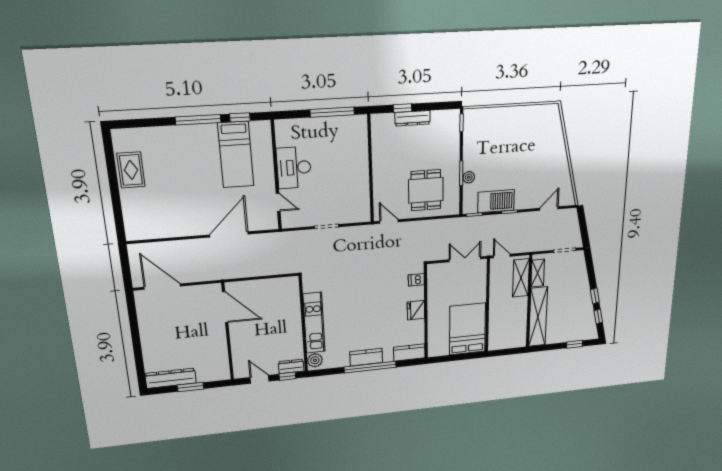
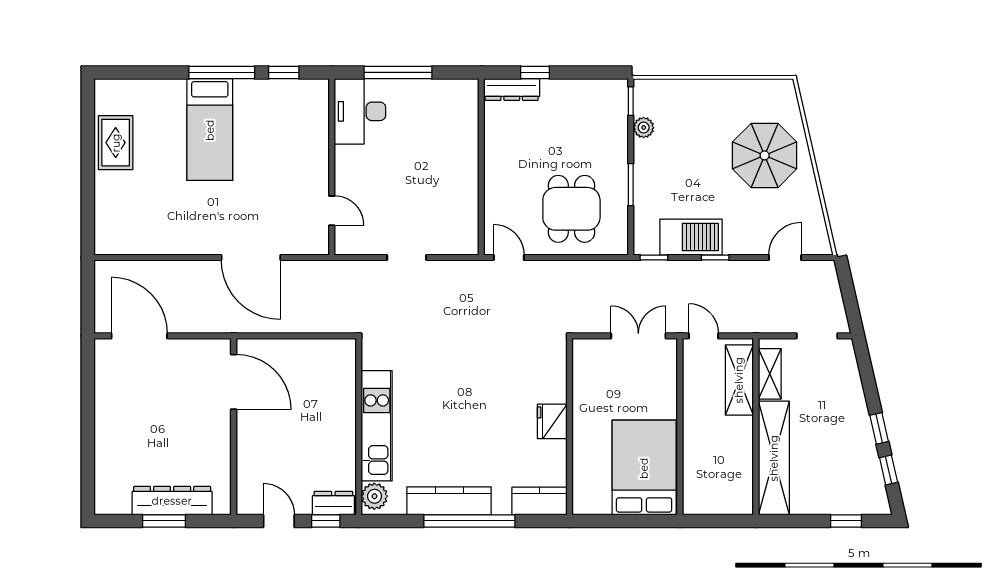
window: (332, 112) -> (398, 72), moved
dresser: (413, 118) -> (512, 89), moved
parasol: (540, 150) -> (765, 155), added
bed: (236, 155) -> (210, 130), moved
desk: (294, 168) -> (360, 111), moved
plant: (469, 177) -> (644, 128), moved
door: (229, 234) -> (251, 257), swing flipped
dishwasher: (416, 280) -> (554, 365), removed
kitchen counter: (366, 357) -> (449, 501), width x1.50
dresser: (171, 378) -> (172, 501), moved

